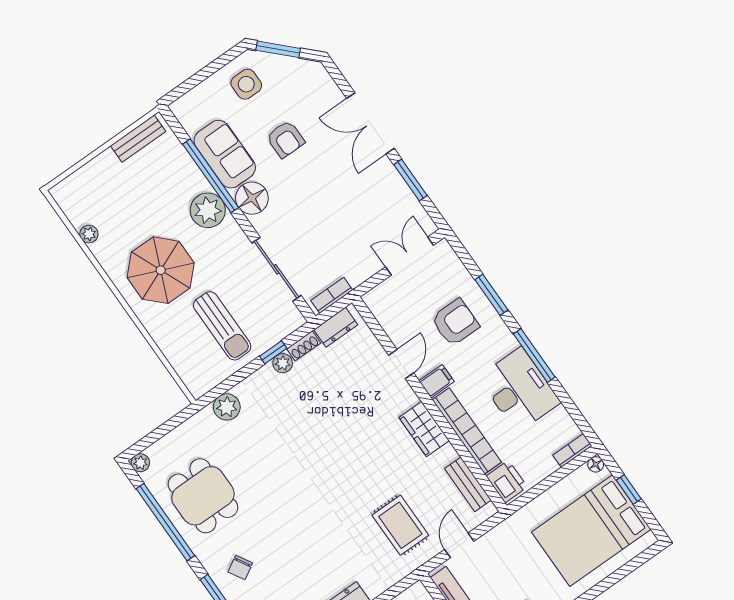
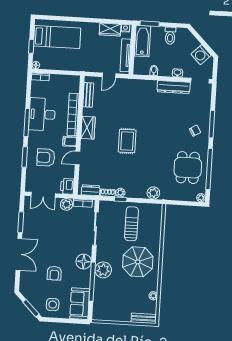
bench: (138, 139) -> (144, 318), moved
armchair: (285, 139) -> (54, 273), turned 180
sofa: (225, 154) -> (80, 304), moved
plant: (357, 271) -> (66, 204), added
printer: (507, 481) -> (67, 186), moved
rug: (400, 525) -> (127, 141), moved
bed: (591, 531) -> (57, 37), width x0.67

